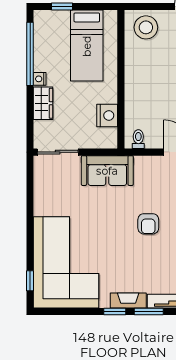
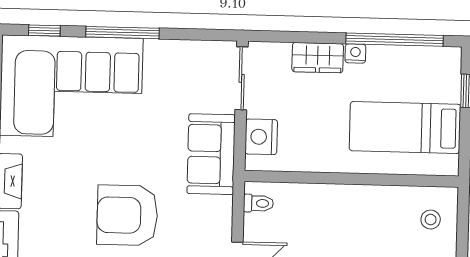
stool: (146, 27) -> (431, 220), width x0.53, depth x0.53
nightstand: (107, 115) -> (261, 137), moved, turned 90
armchair: (148, 224) -> (127, 215), width x1.88, depth x1.88
window: (30, 230) -> (122, 33), added

